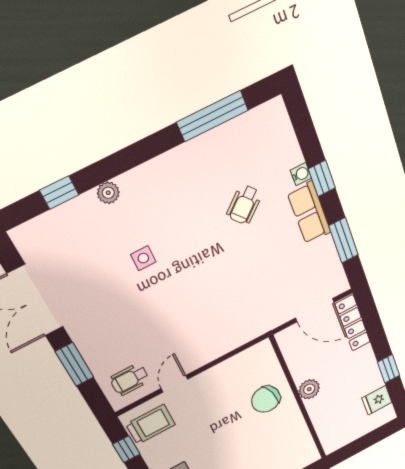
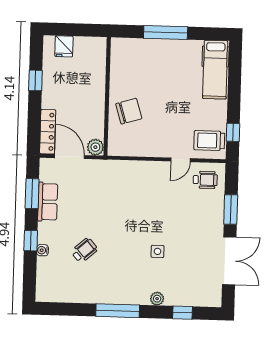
window: (212, 116) -> (118, 311), moved
row of seats: (309, 213) -> (48, 202), moved
plant: (309, 389) -> (95, 147), moved
fridge: (377, 400) -> (64, 46), moved, turned 90

